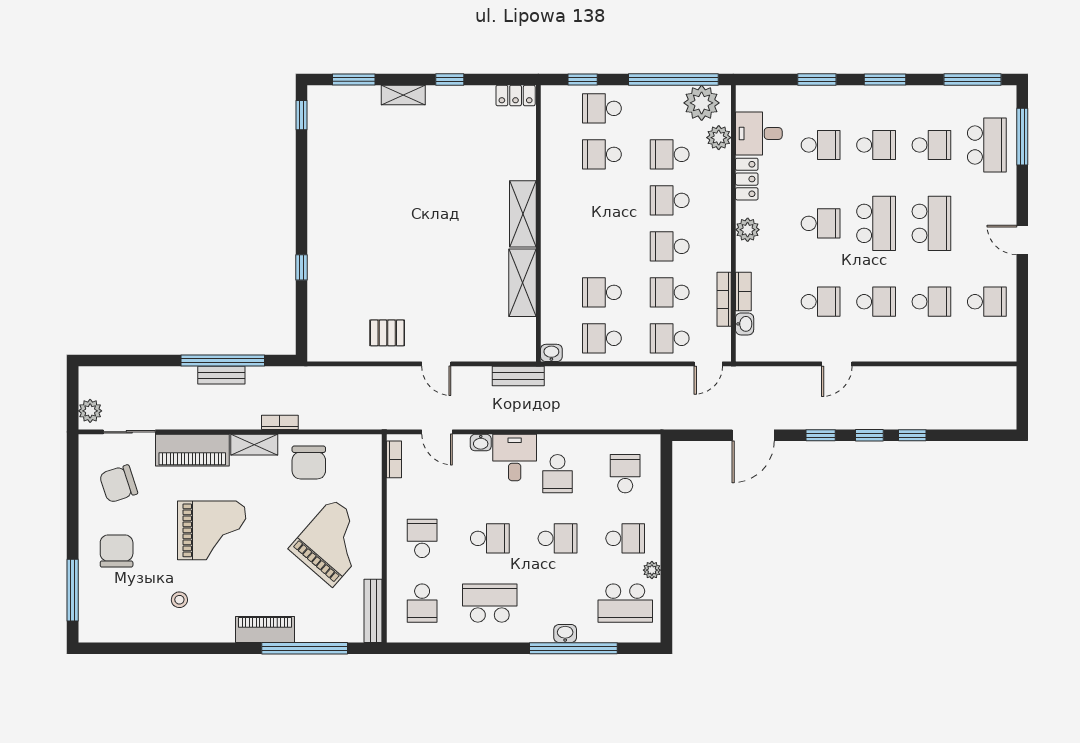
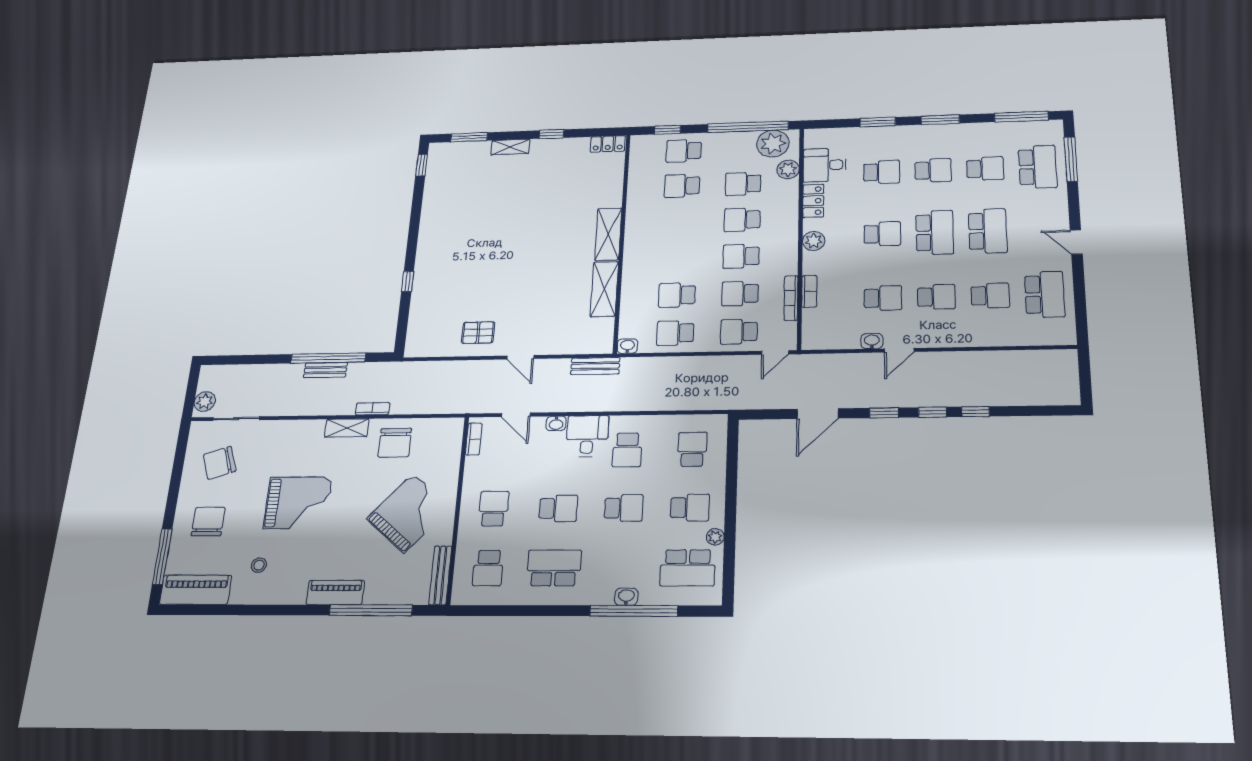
school desk: (987, 302) -> (1045, 294), width x1.85
washbasin: (745, 324) -> (872, 341), moved, turned -90
piano: (192, 450) -> (195, 590), moved, turned 180

